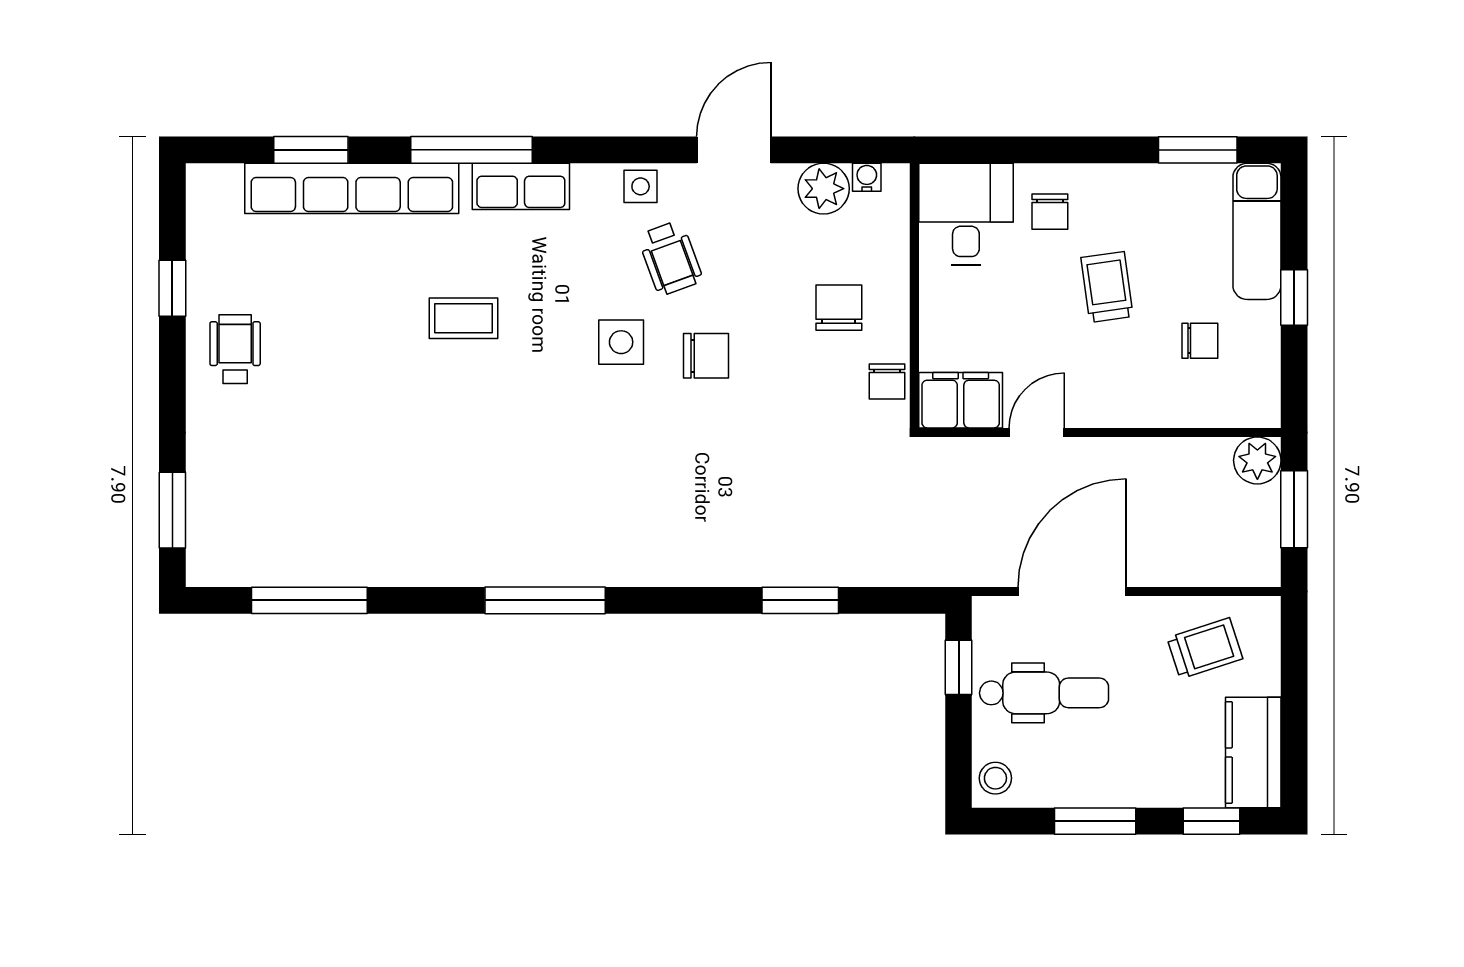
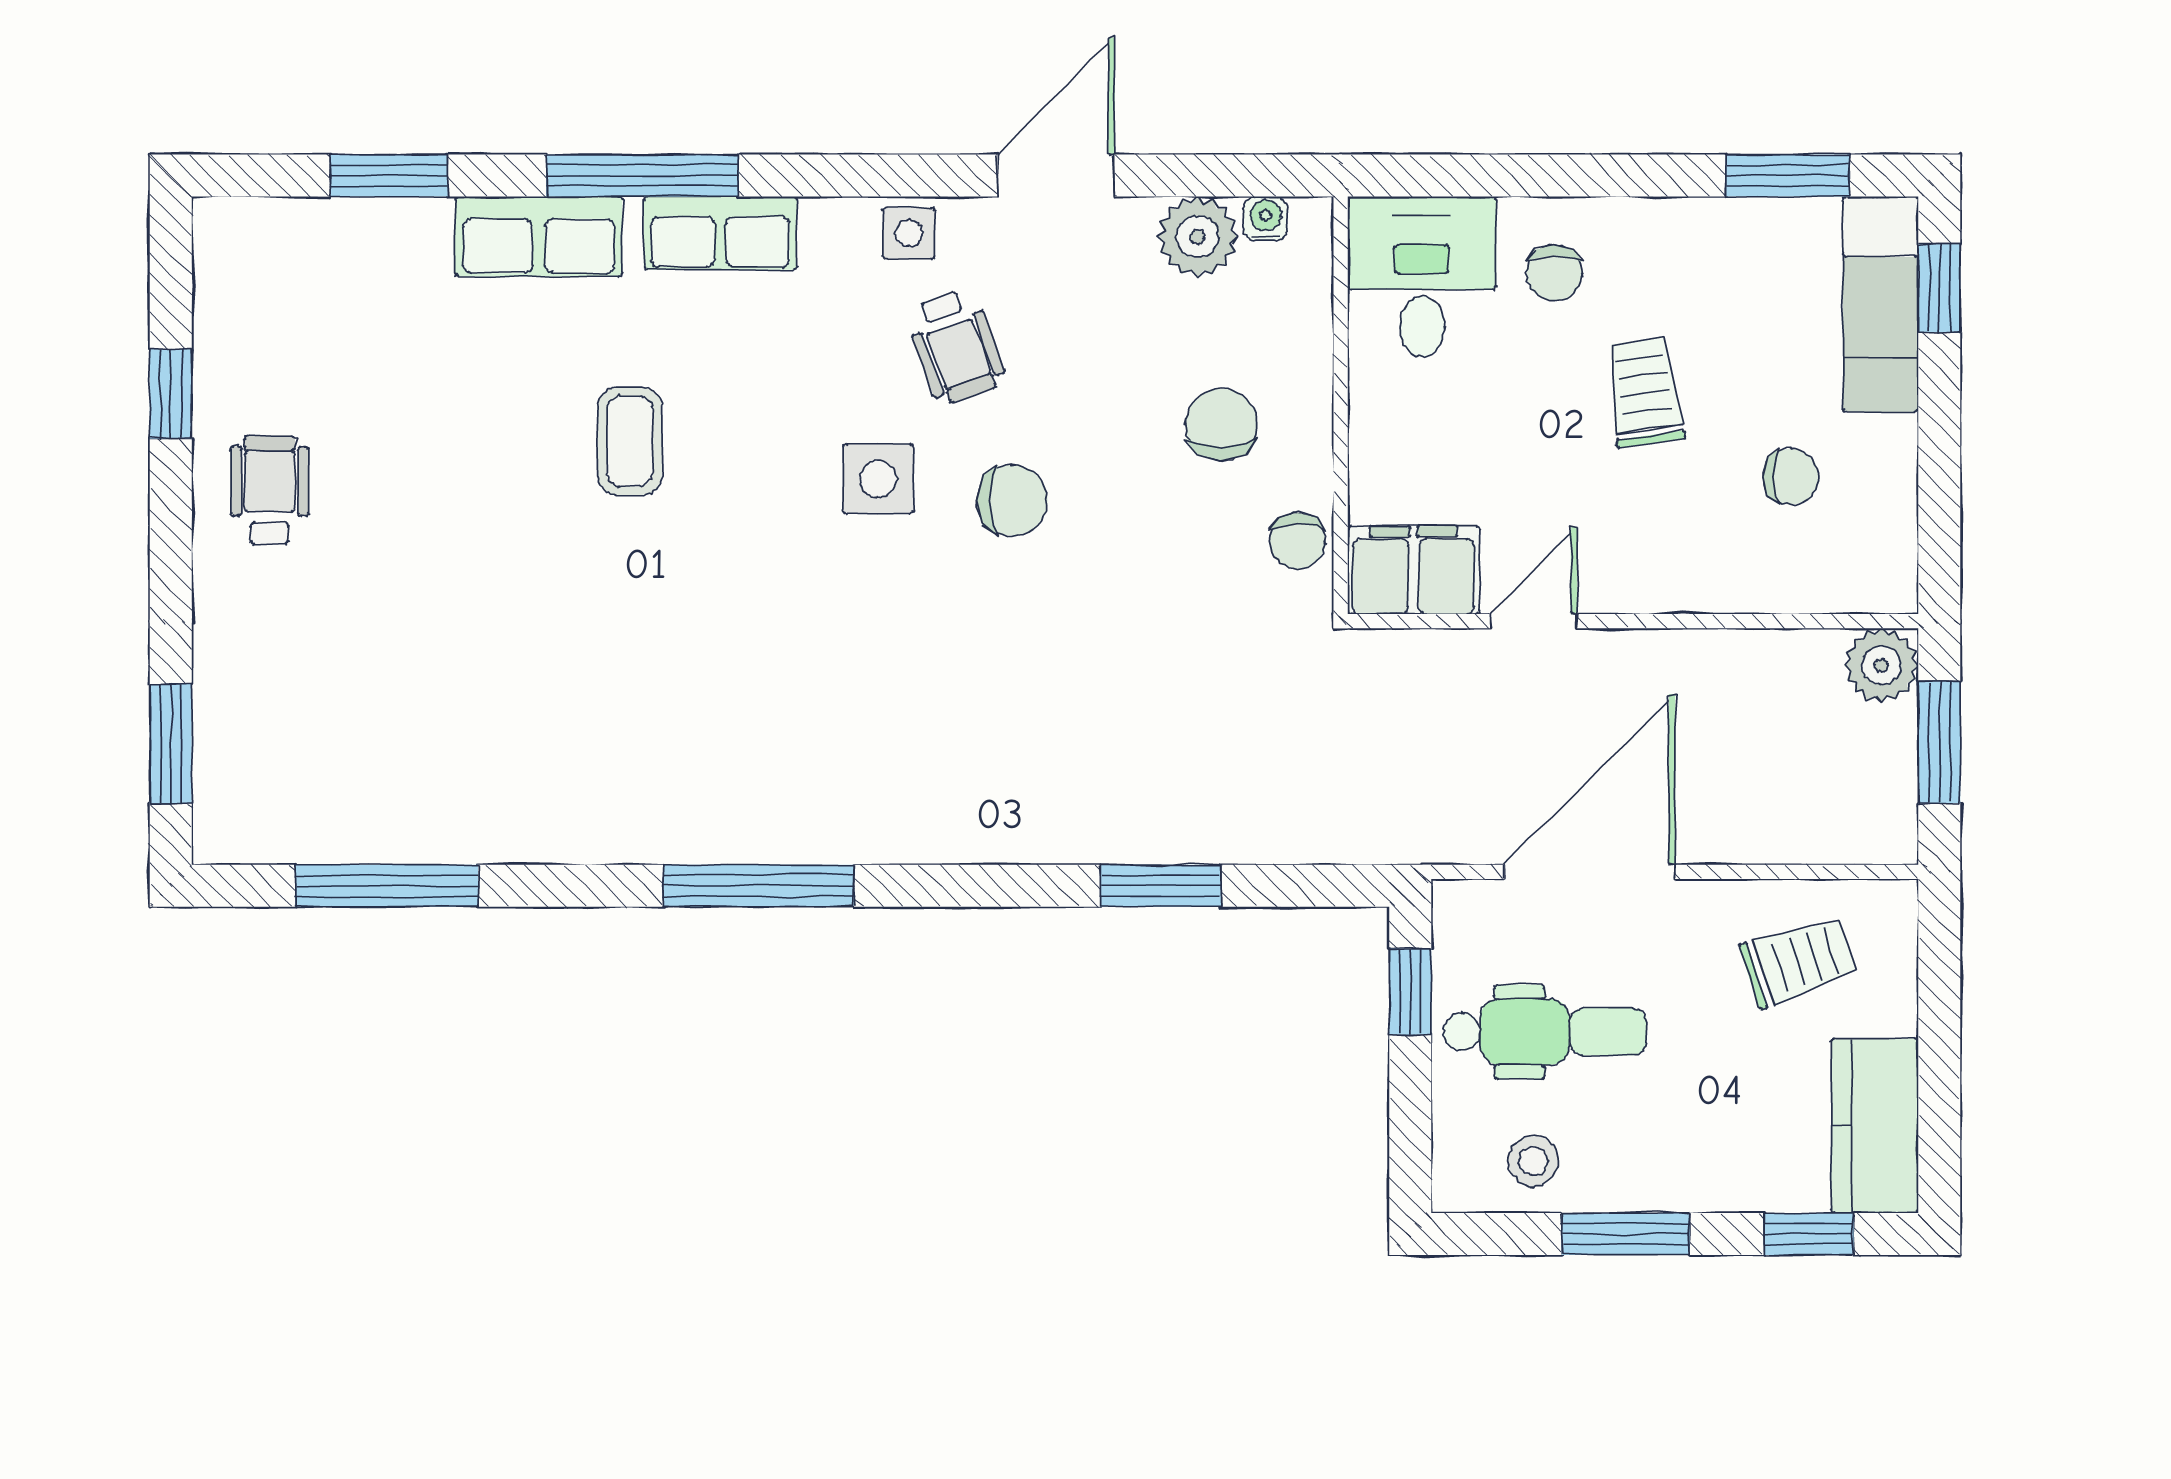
row of seats: (352, 188) -> (539, 236), width x0.50
window: (1294, 298) -> (1939, 288), moved
coffee table: (463, 318) -> (630, 441), turned 90
stool: (995, 778) -> (1533, 1161), moved

